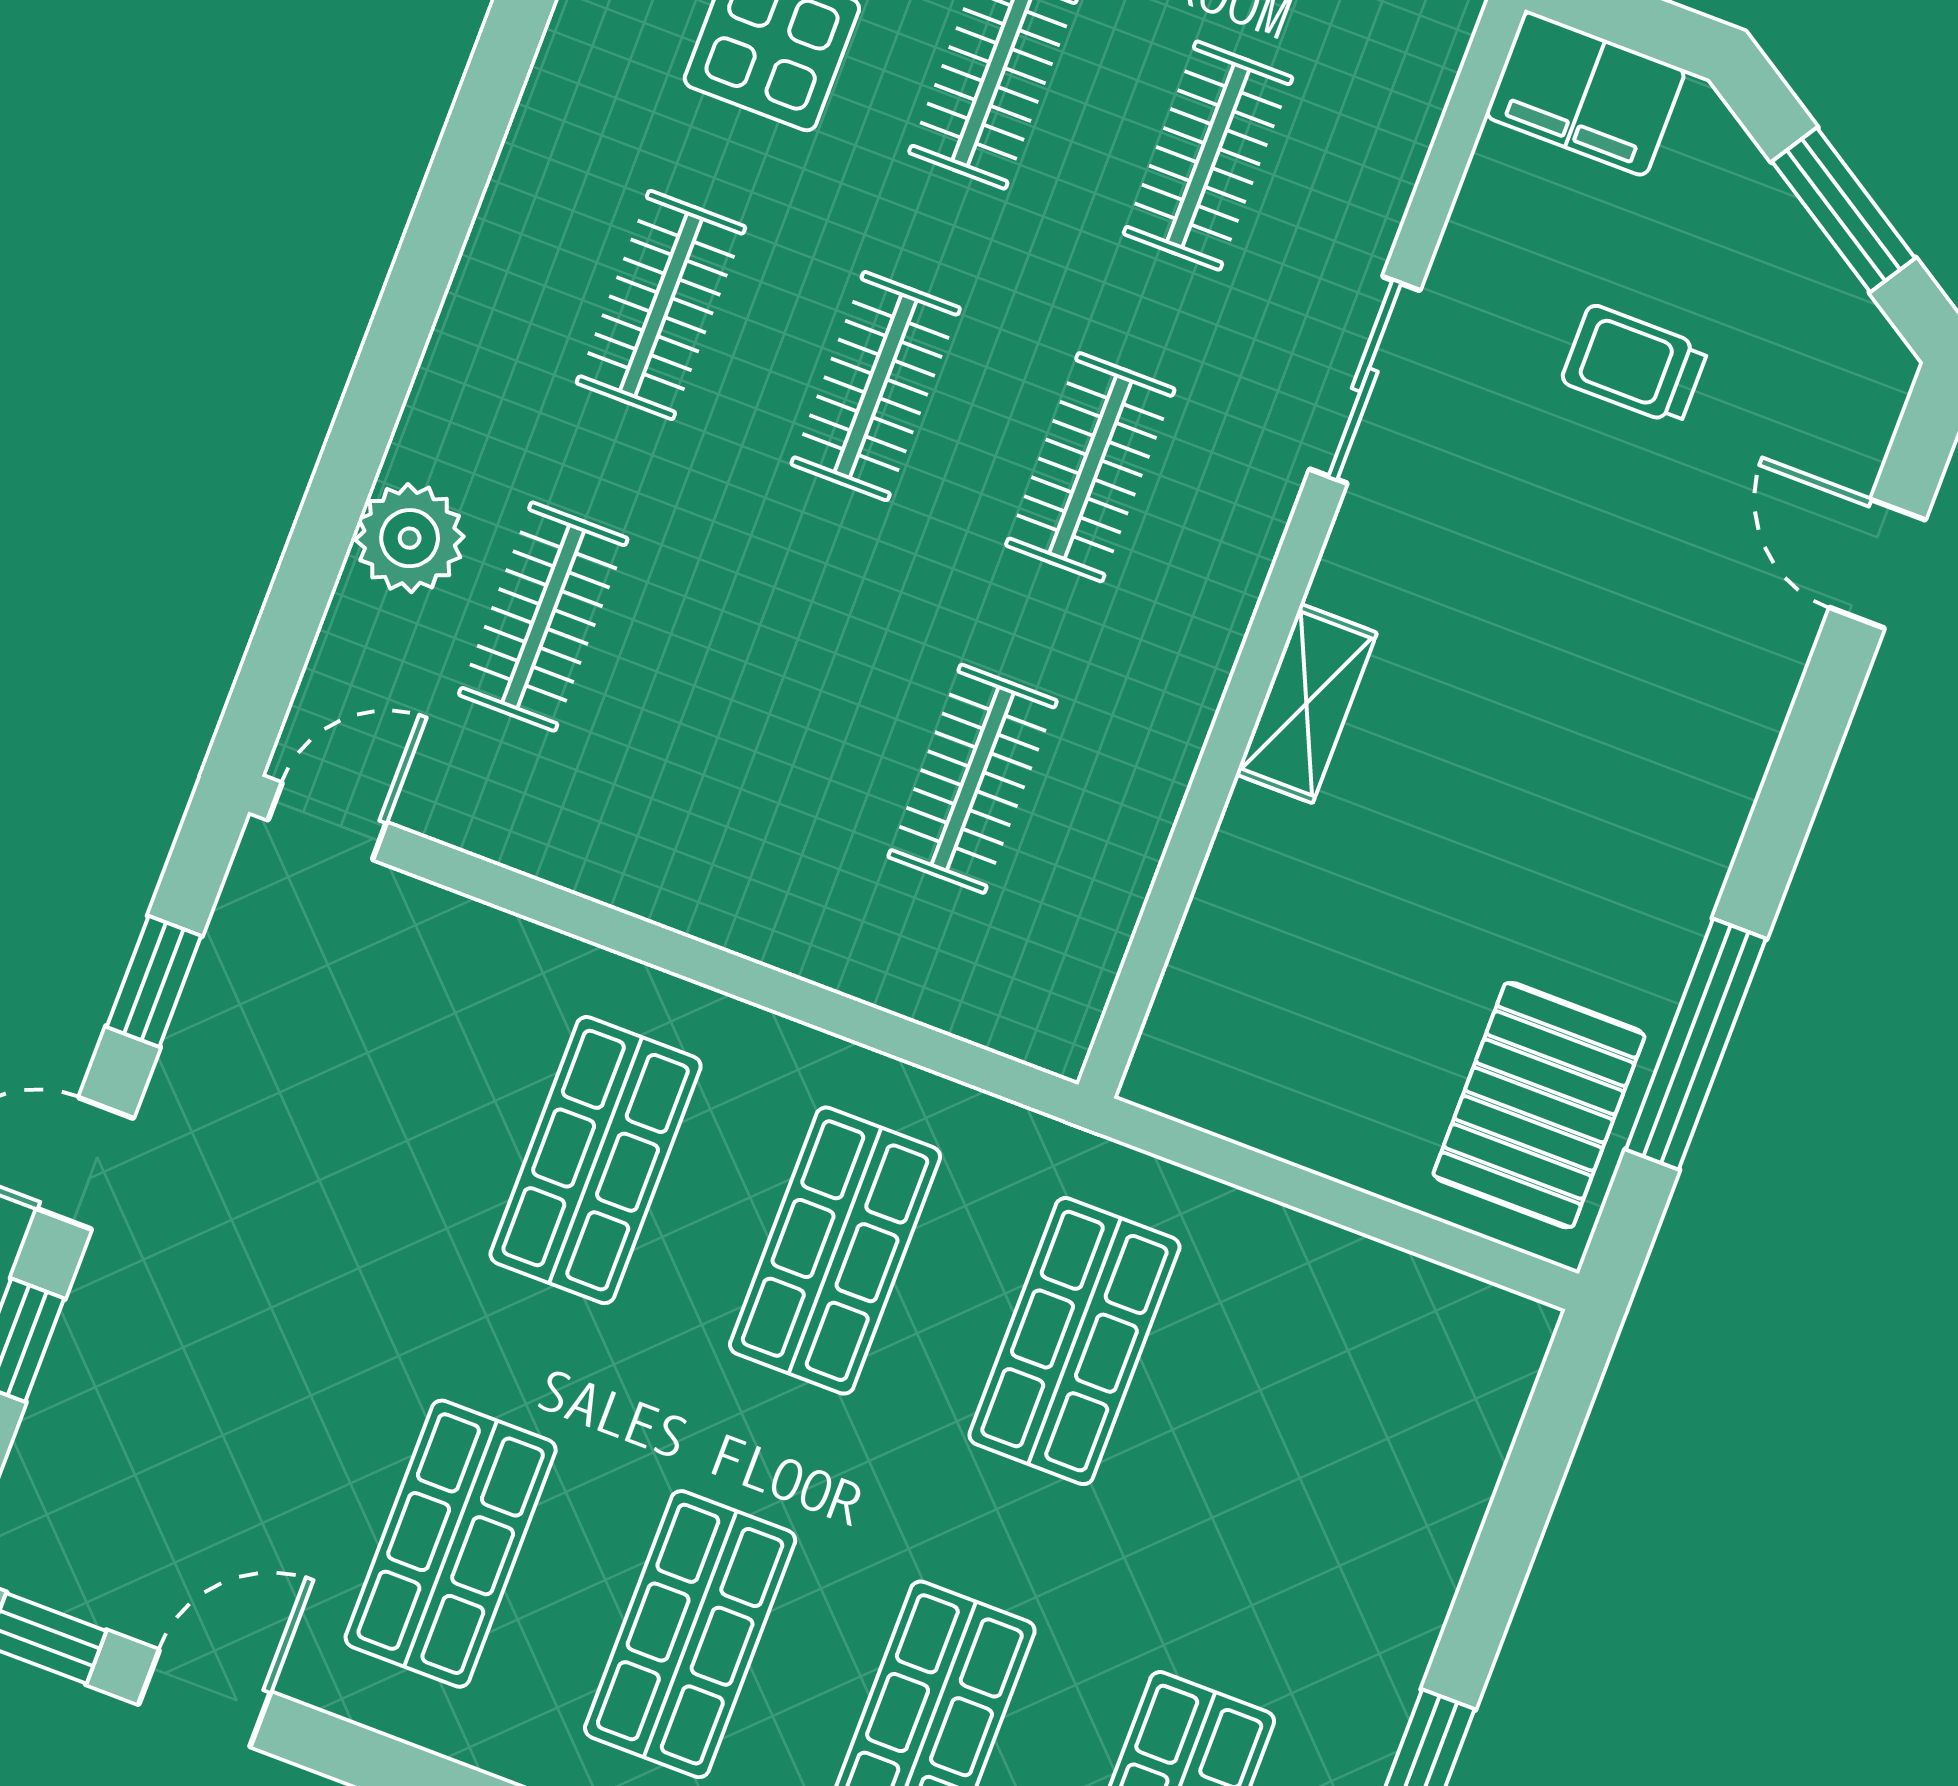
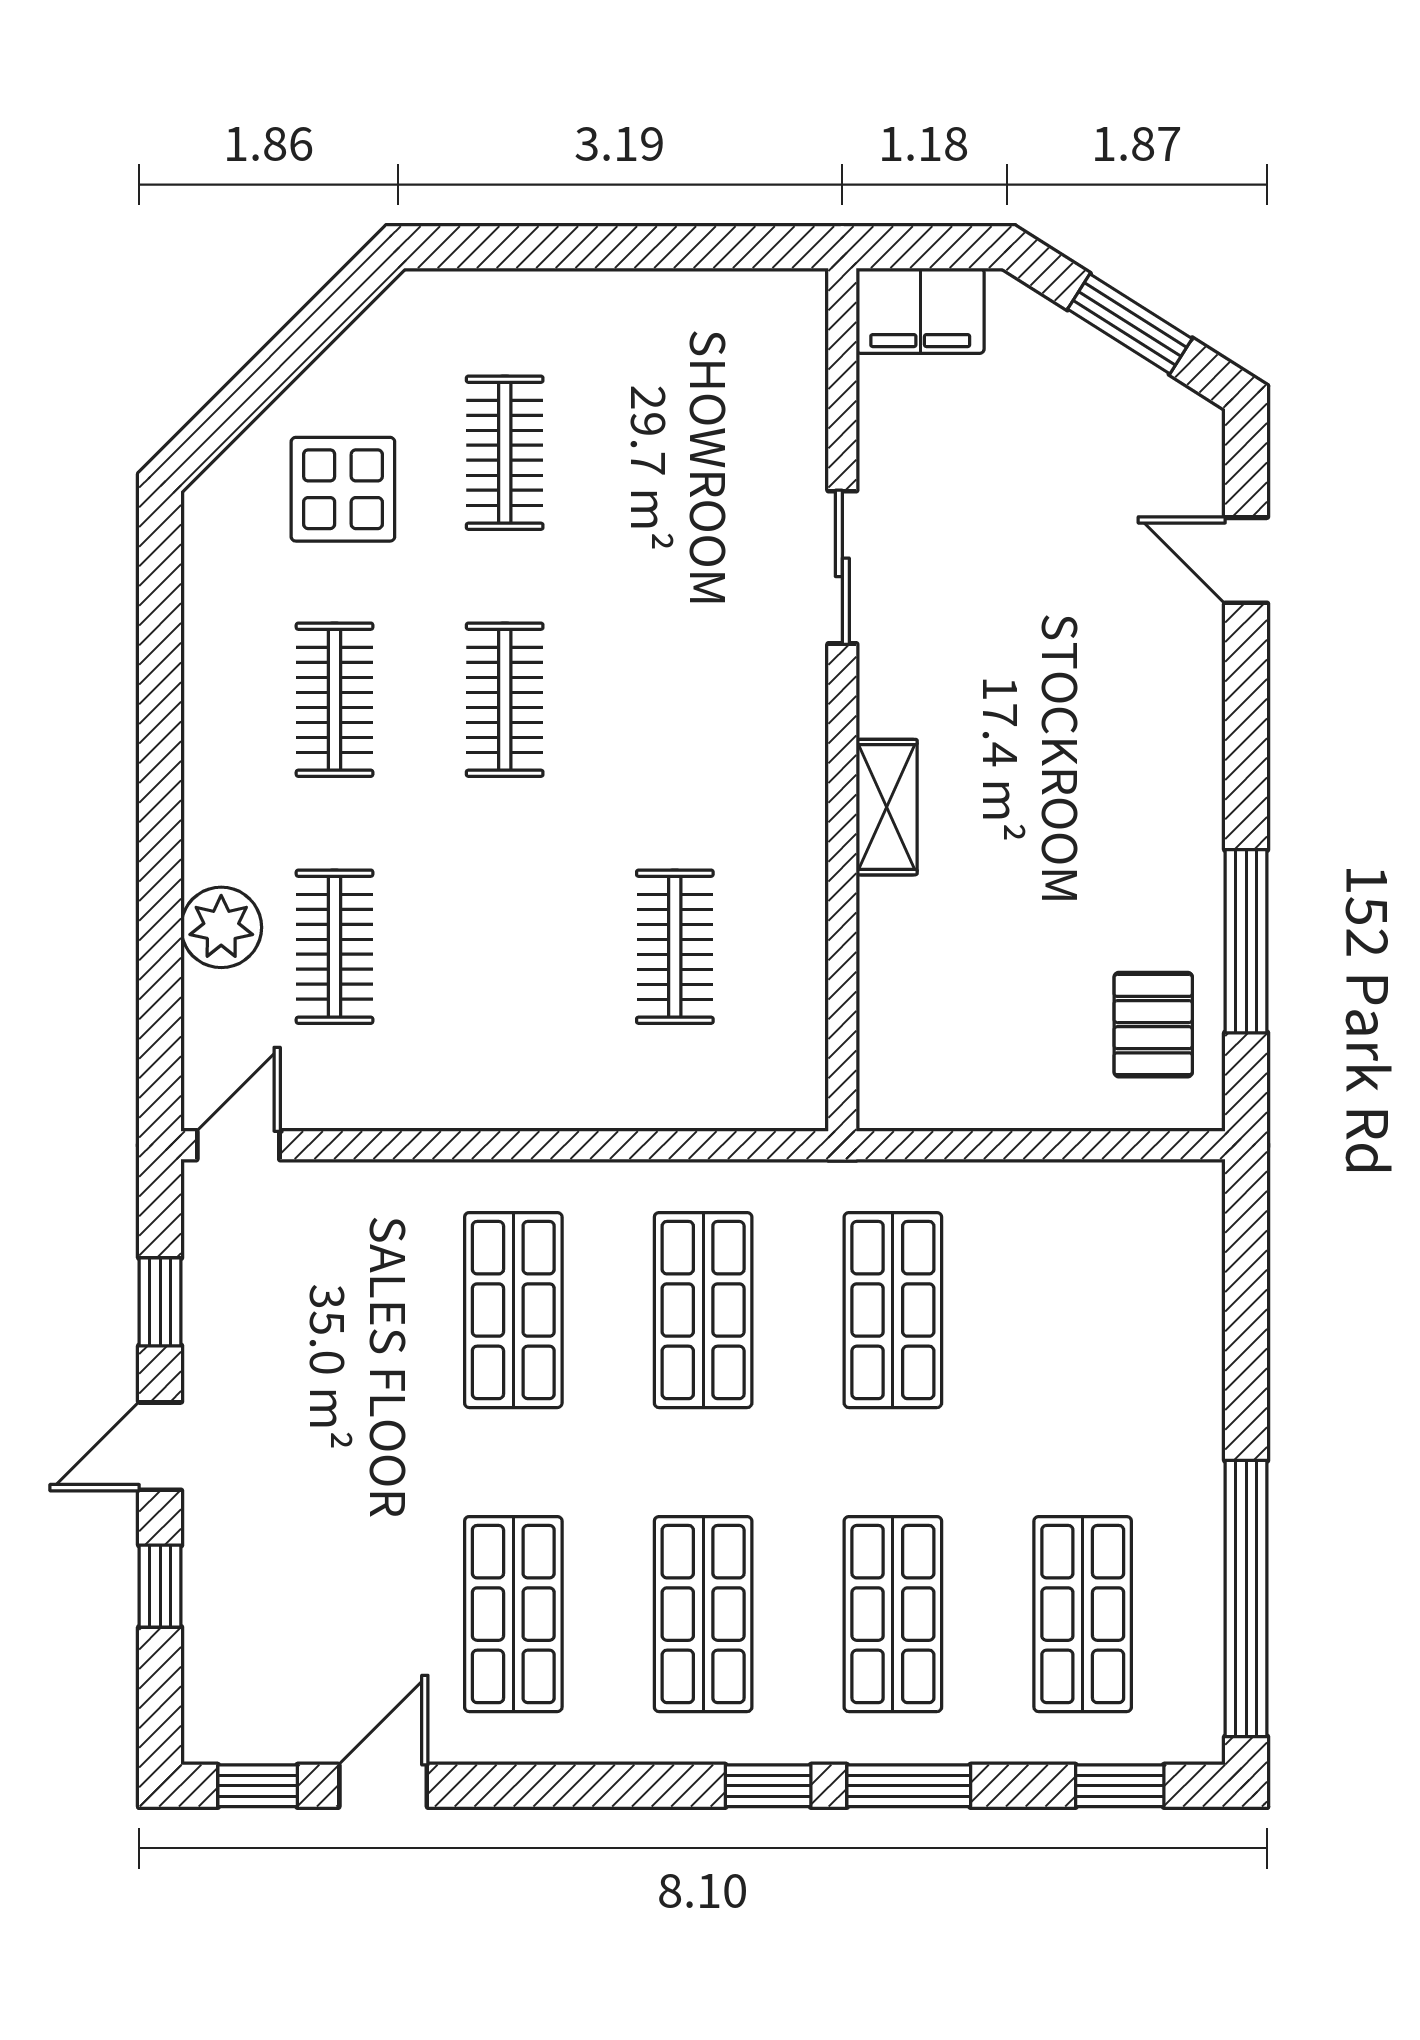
clothes rail: (1208, 156) -> (675, 453), removed
trolley: (1635, 365) -> (1026, 486), removed
clothes rail: (1090, 467) -> (675, 700), removed
pallet: (1539, 1105) -> (1153, 1025), width x0.67, depth x0.71

